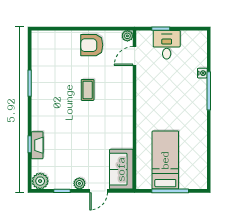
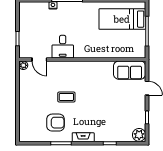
armchair: (92, 45) -> (56, 123), moved, turned -90
desk: (167, 45) -> (63, 47), moved, turned -90
fireplace: (37, 145) -> (83, 137), moved
bed: (165, 160) -> (122, 19), moved
plant: (79, 183) -> (141, 104), removed

